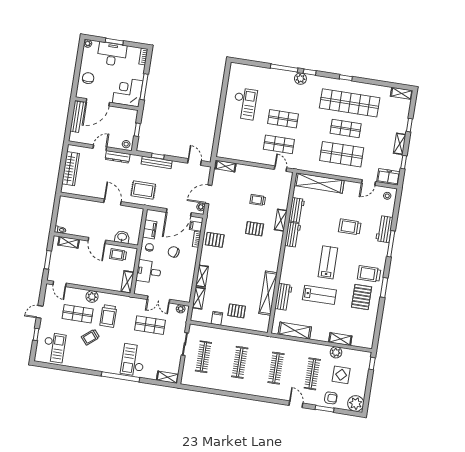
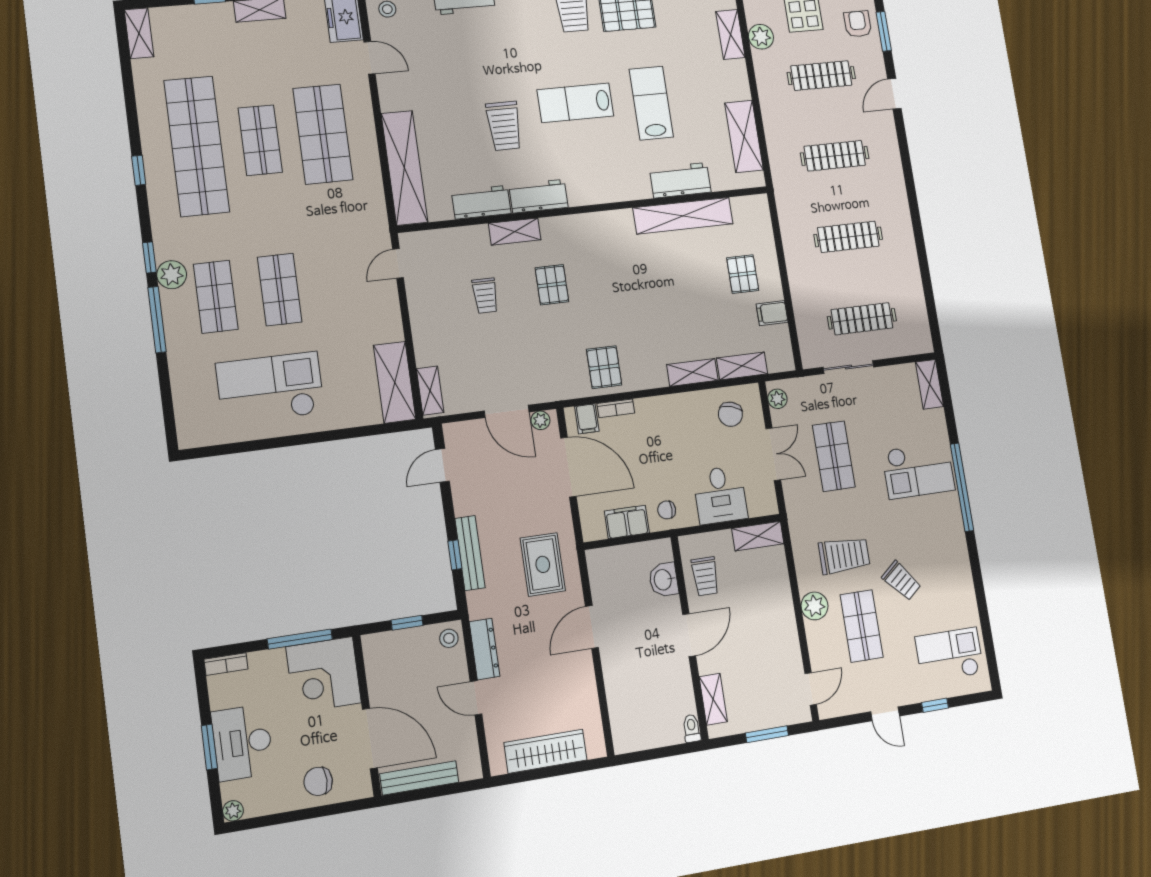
checkout: (245, 104) -> (270, 388), width x1.36, depth x1.21
shop shelf: (279, 144) -> (216, 297), moved
shelving: (233, 153) -> (395, 382), added
trolley: (350, 227) -> (504, 126), moved
chair: (174, 252) -> (730, 414), moved

